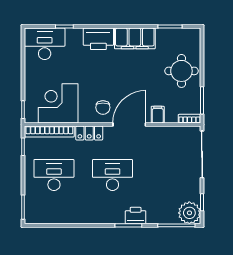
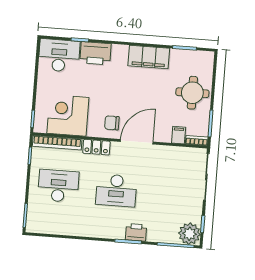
printer: (98, 39) -> (95, 53), moved
chair: (103, 107) -> (112, 123), turned 90
filing cabinet: (158, 115) -> (179, 135), moved
desk: (112, 175) -> (116, 190), turned 180

